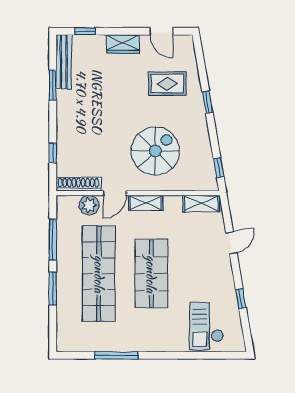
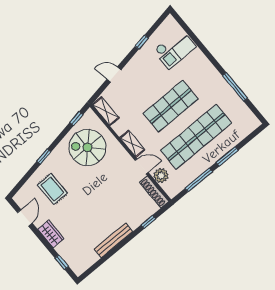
bench: (64, 62) -> (113, 240), moved
window: (53, 85) -> (109, 255), removed
spiral stairs: (155, 151) -> (87, 147), moved

